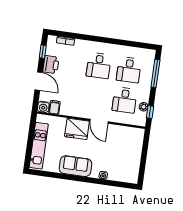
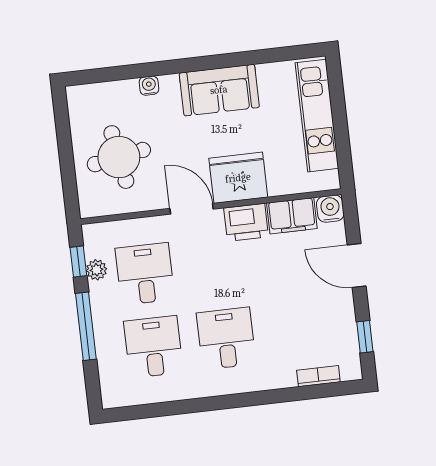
printer: (51, 65) -> (246, 222), moved, turned -90
window: (155, 74) -> (86, 326), moved
filing cabinet: (55, 107) -> (292, 216), width x2.00
round table: (123, 150) -> (119, 157), added

